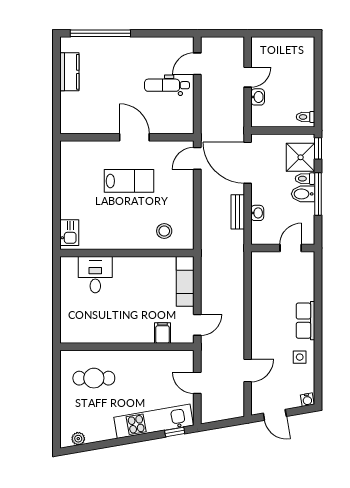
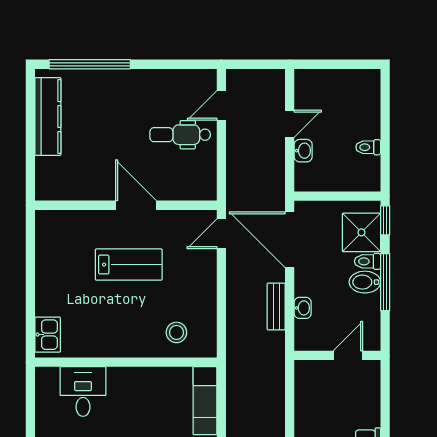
kitchen counter: (69, 72) -> (48, 117), width x1.50
toilet: (306, 117) -> (368, 147), moved

